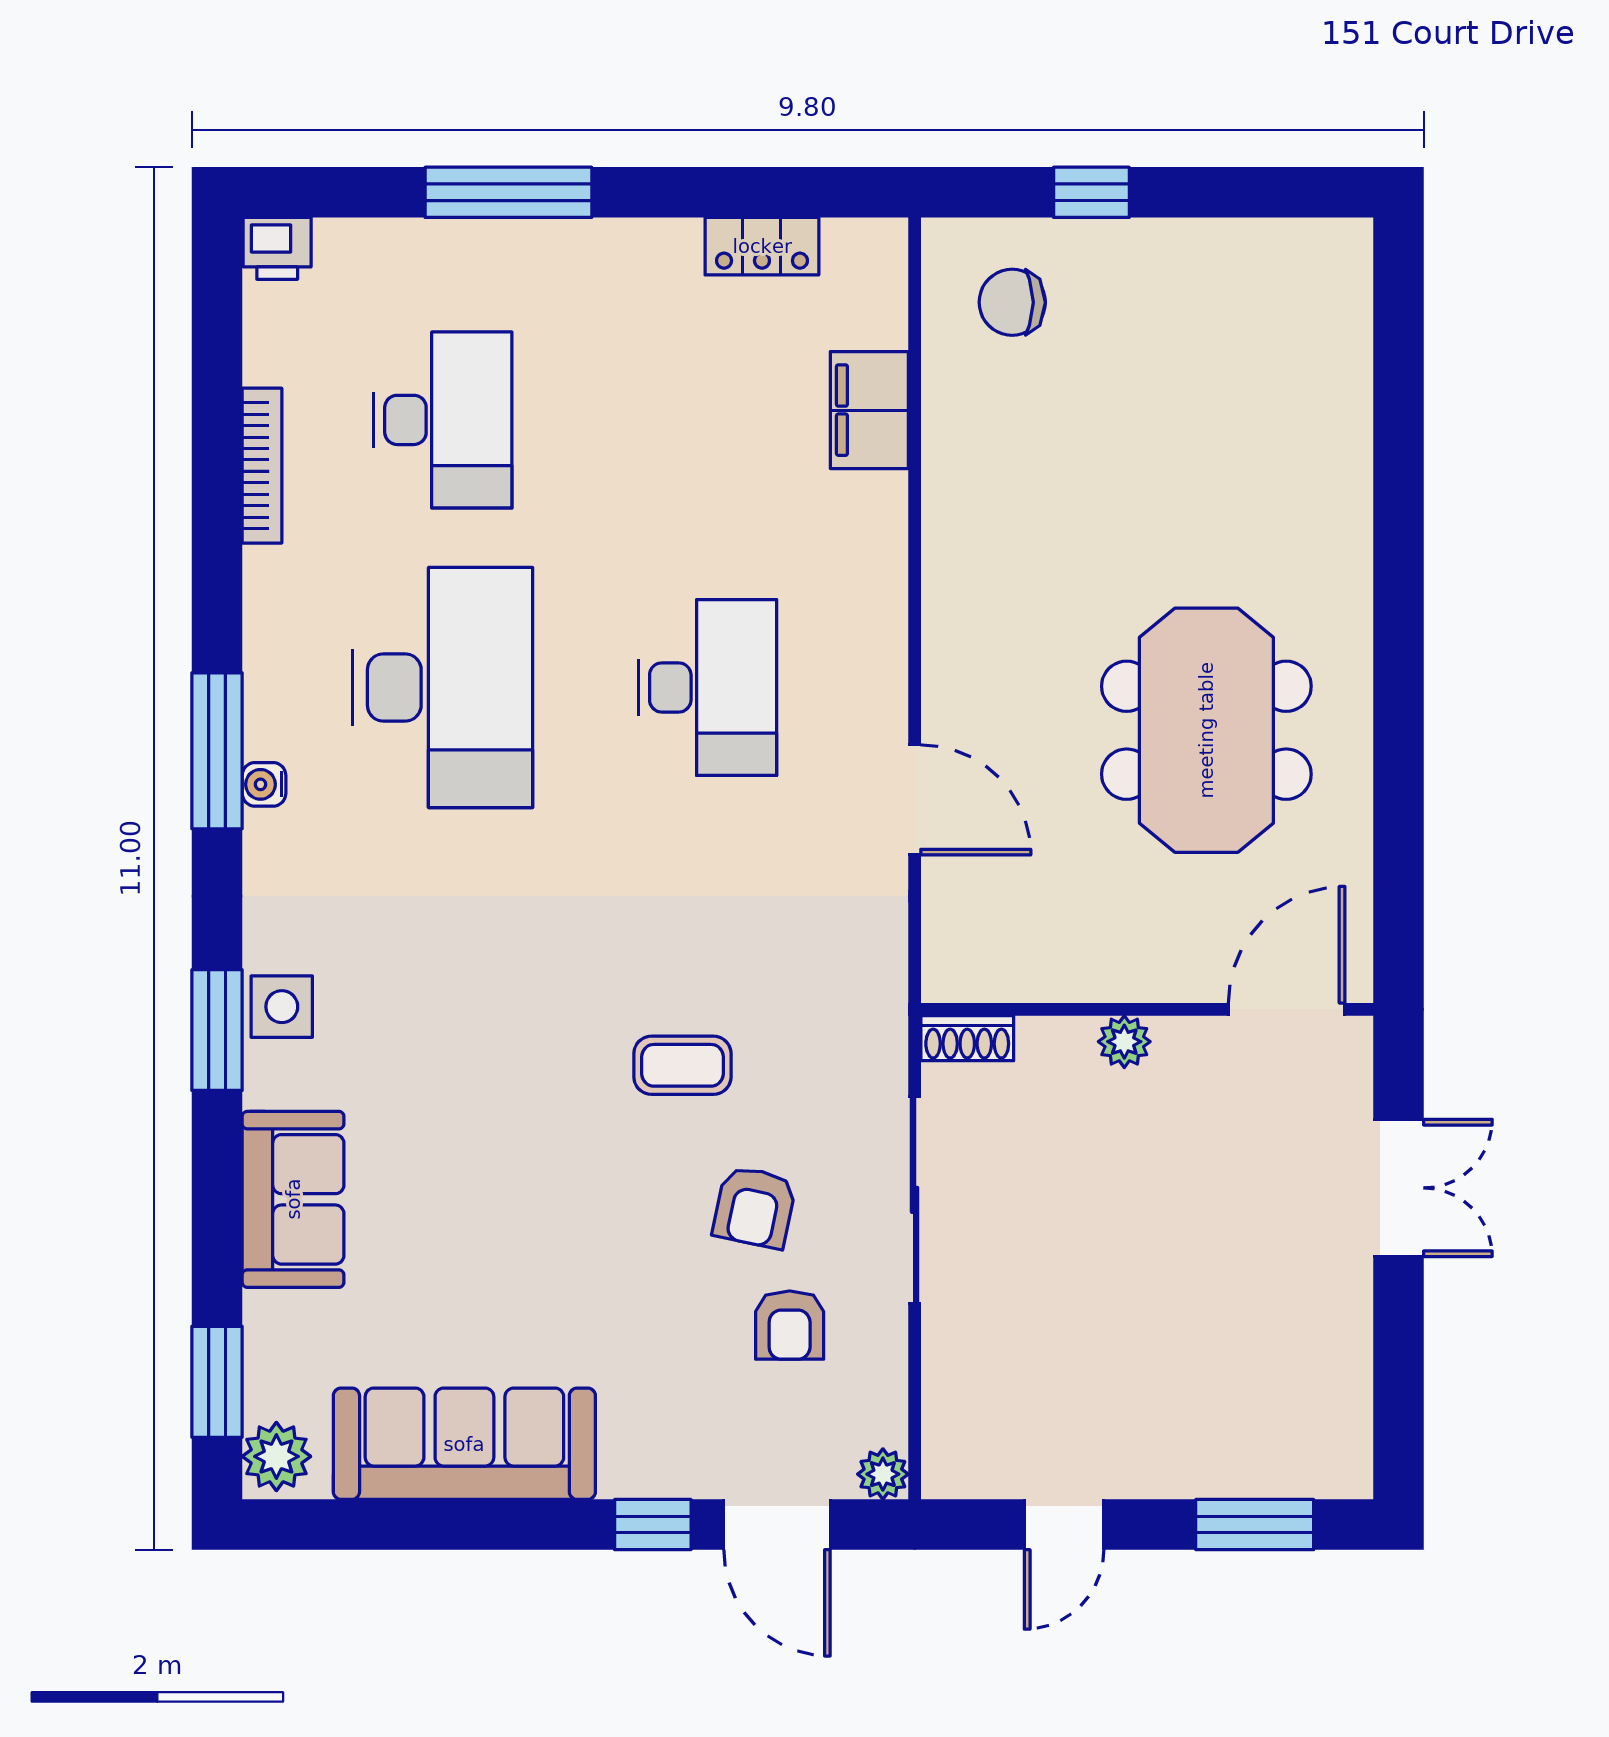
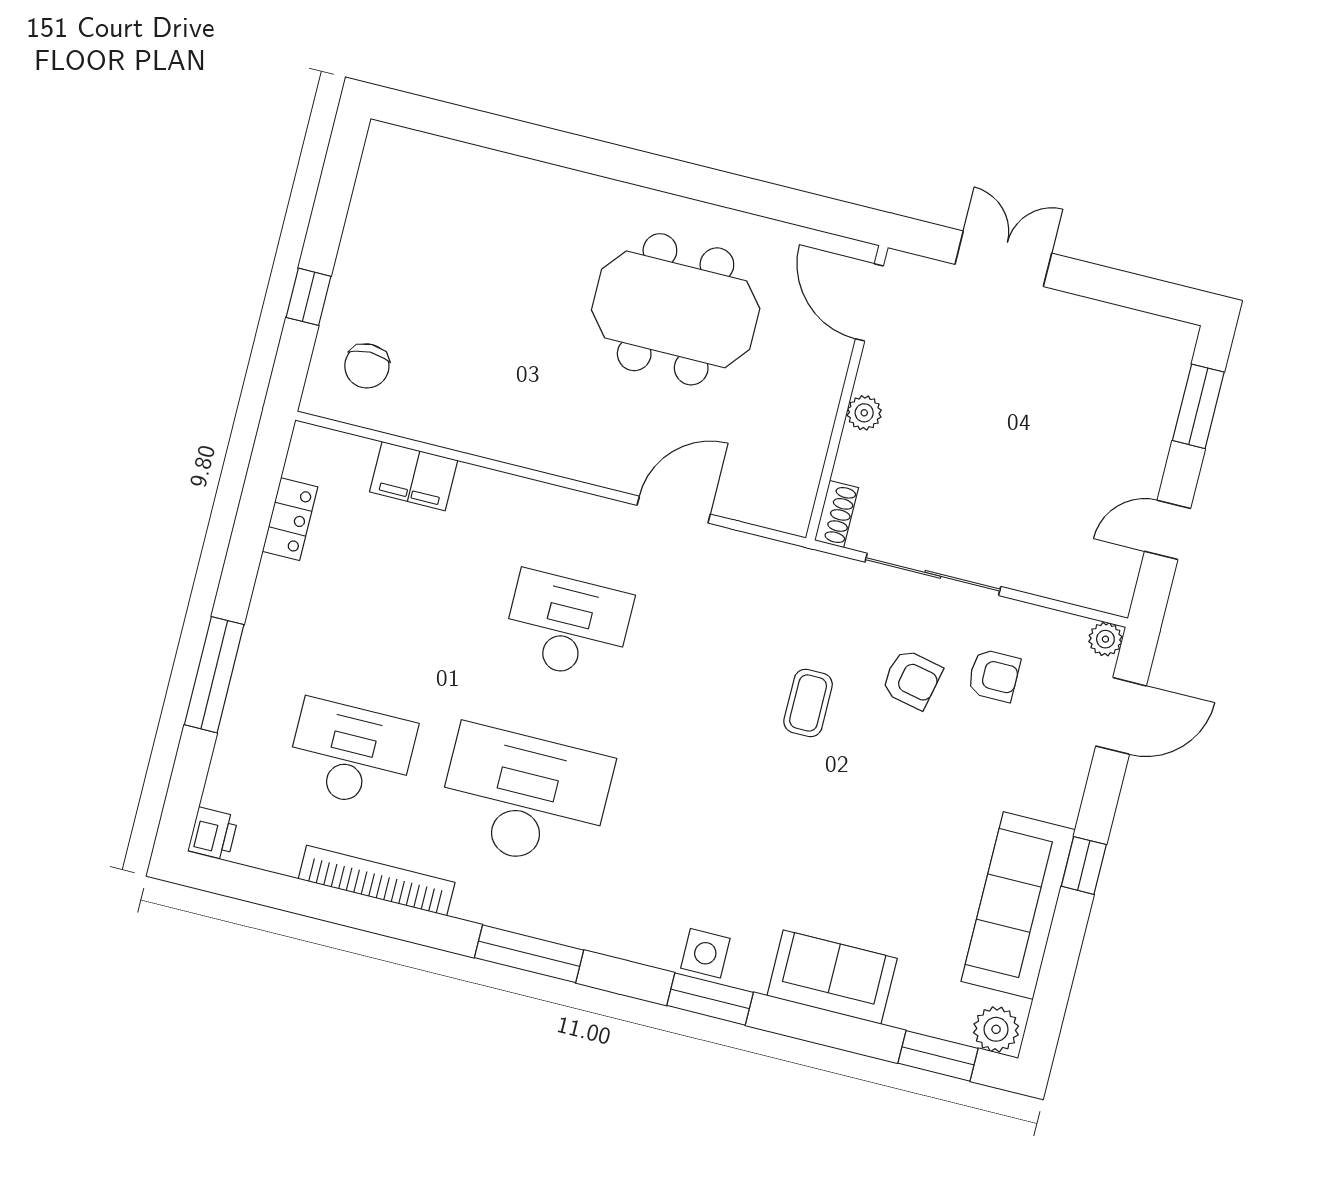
bookcase: (262, 466) -> (377, 881), width x1.48, depth x1.31
water cooler: (264, 784) -> (558, 929), removed
window: (653, 1525) -> (1084, 865), moved
door: (1064, 1525) -> (1167, 530), swing flipped

